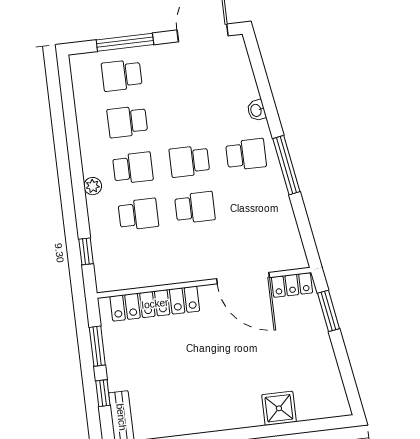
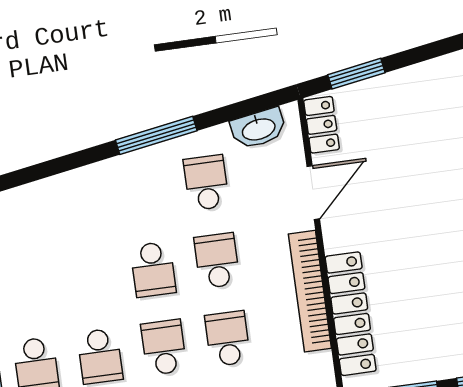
washbasin: (256, 110) -> (258, 129), moved, width x1.91, depth x1.45
school desk: (246, 154) -> (206, 183), moved
bookcase: (172, 275) -> (310, 291), added
door: (243, 278) -> (313, 193), width x0.73

